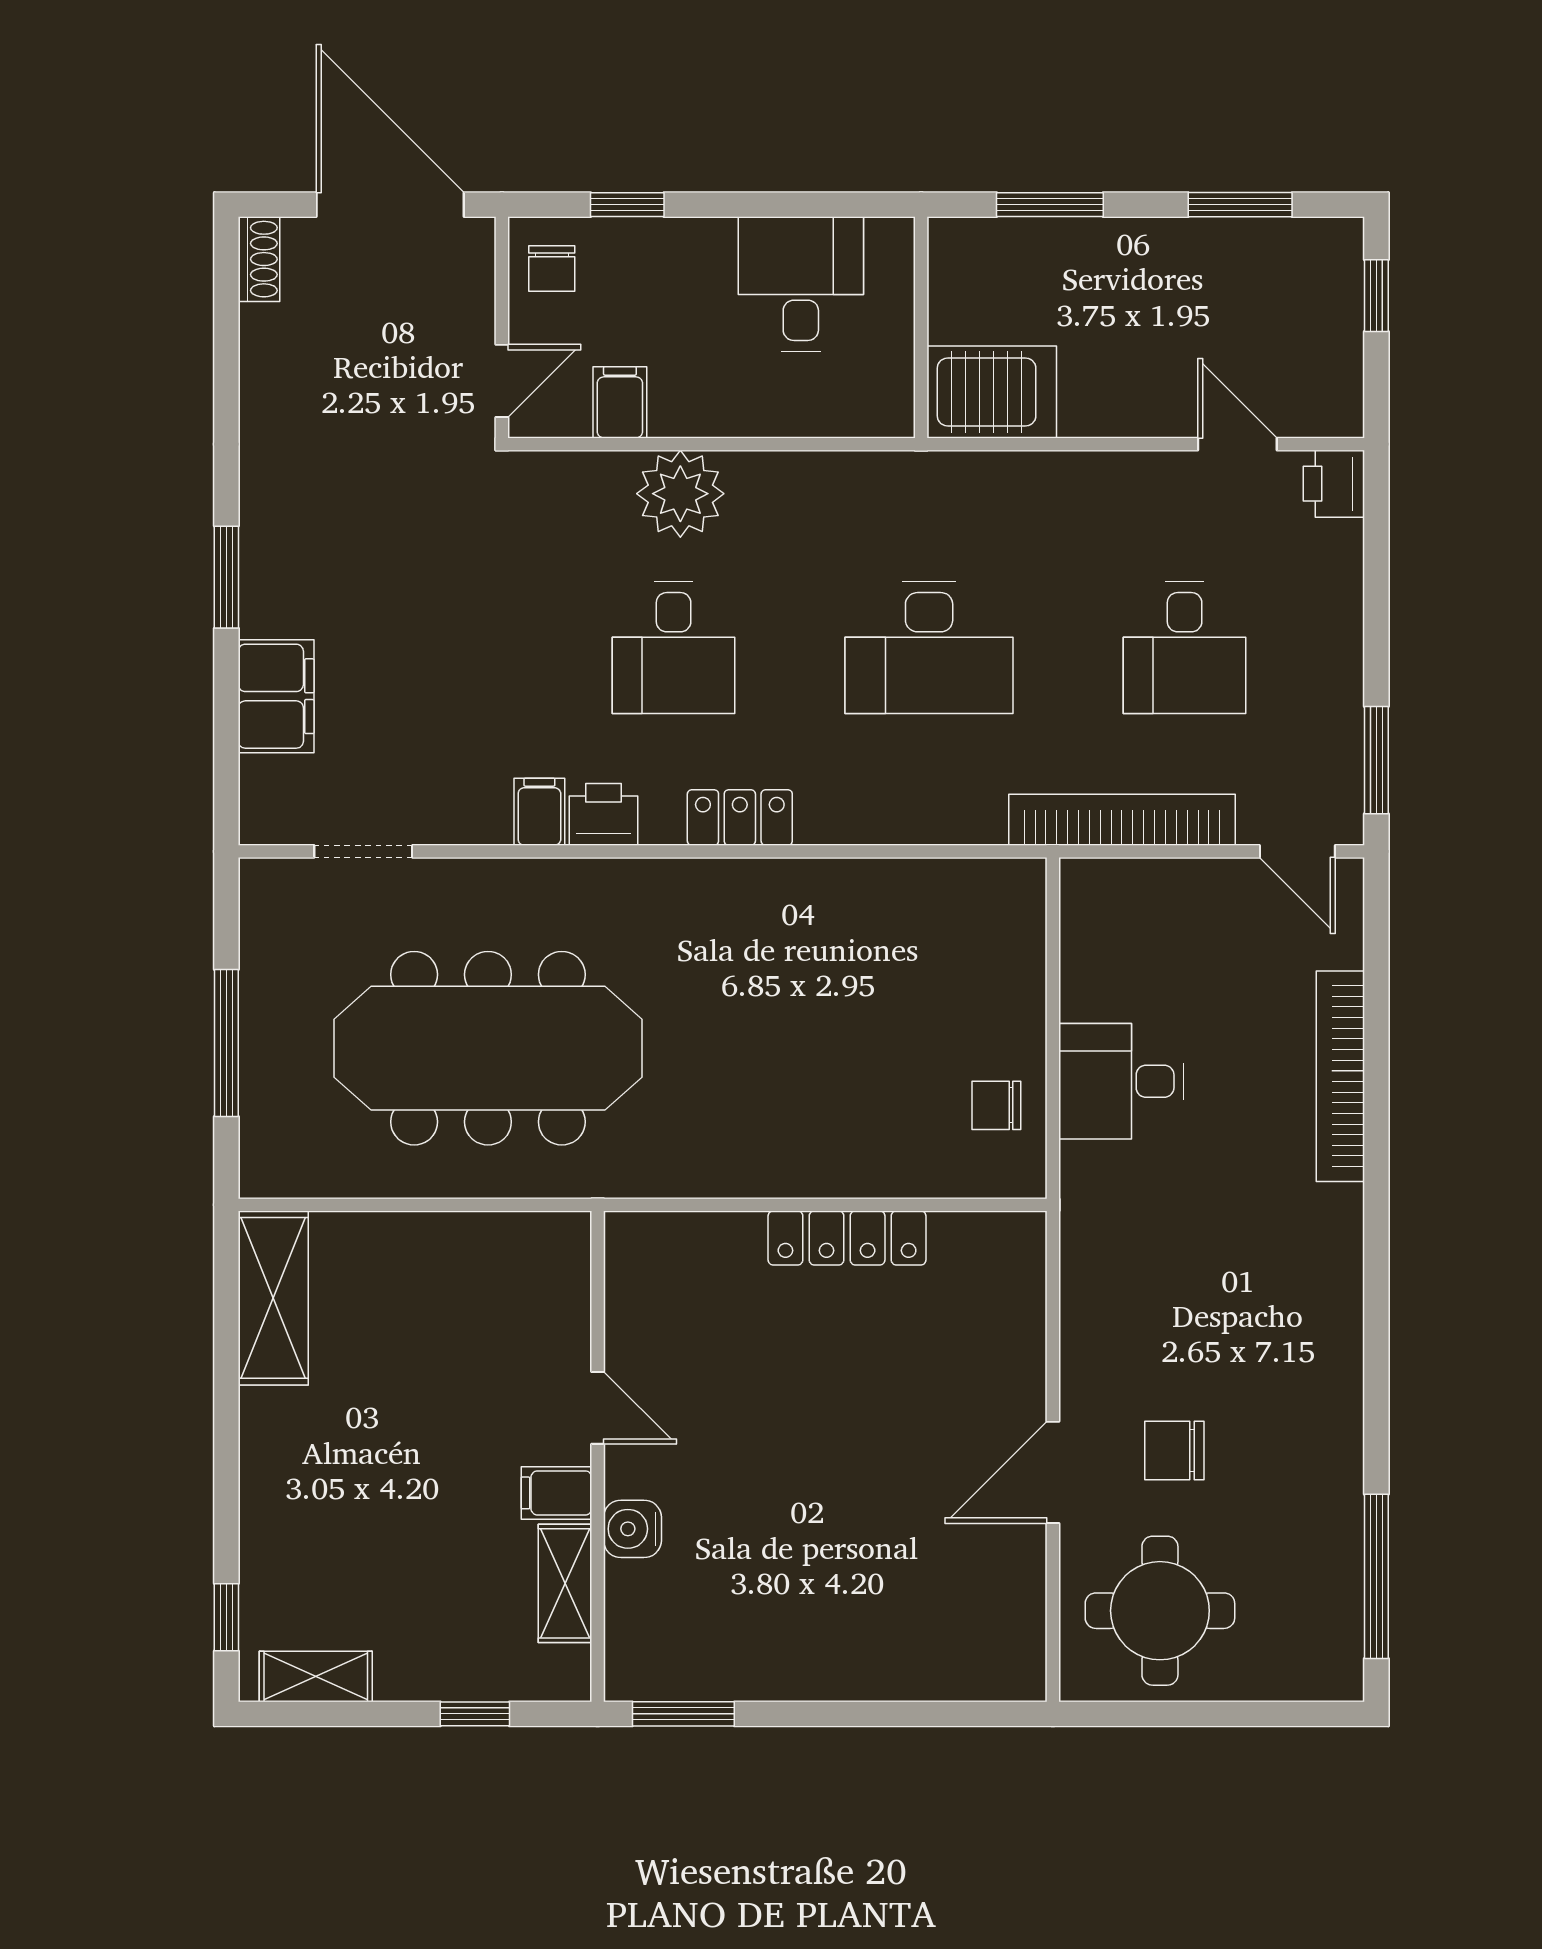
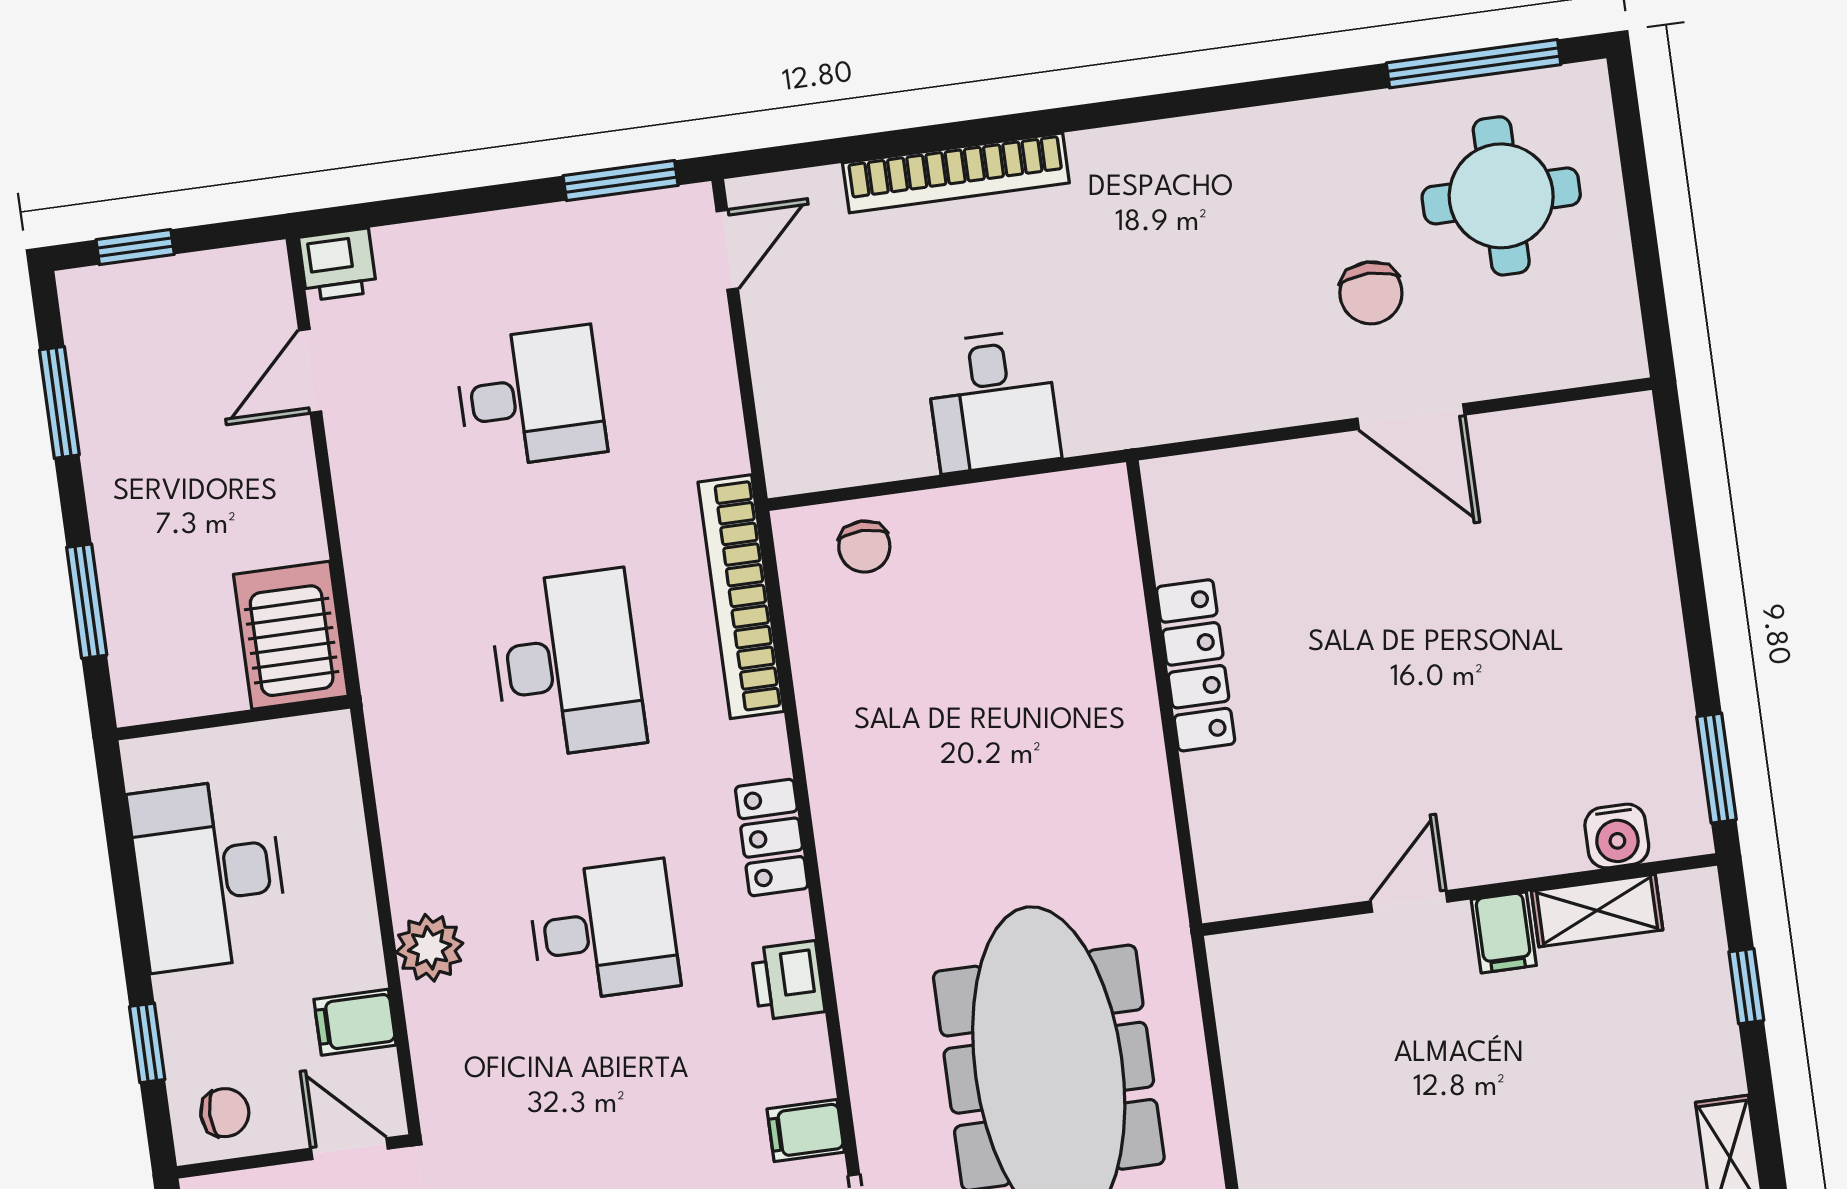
desk: (801, 284) -> (209, 875), width x1.37
plant: (680, 494) -> (430, 948), width x0.73, depth x0.73
filing cabinet: (539, 812) -> (806, 1131), moved
bookcase: (1122, 820) -> (741, 597), moved
chair: (996, 1105) -> (864, 547), moved
water cooler: (632, 1529) -> (1617, 836), moved
round table: (1160, 1611) -> (1501, 196), moved

